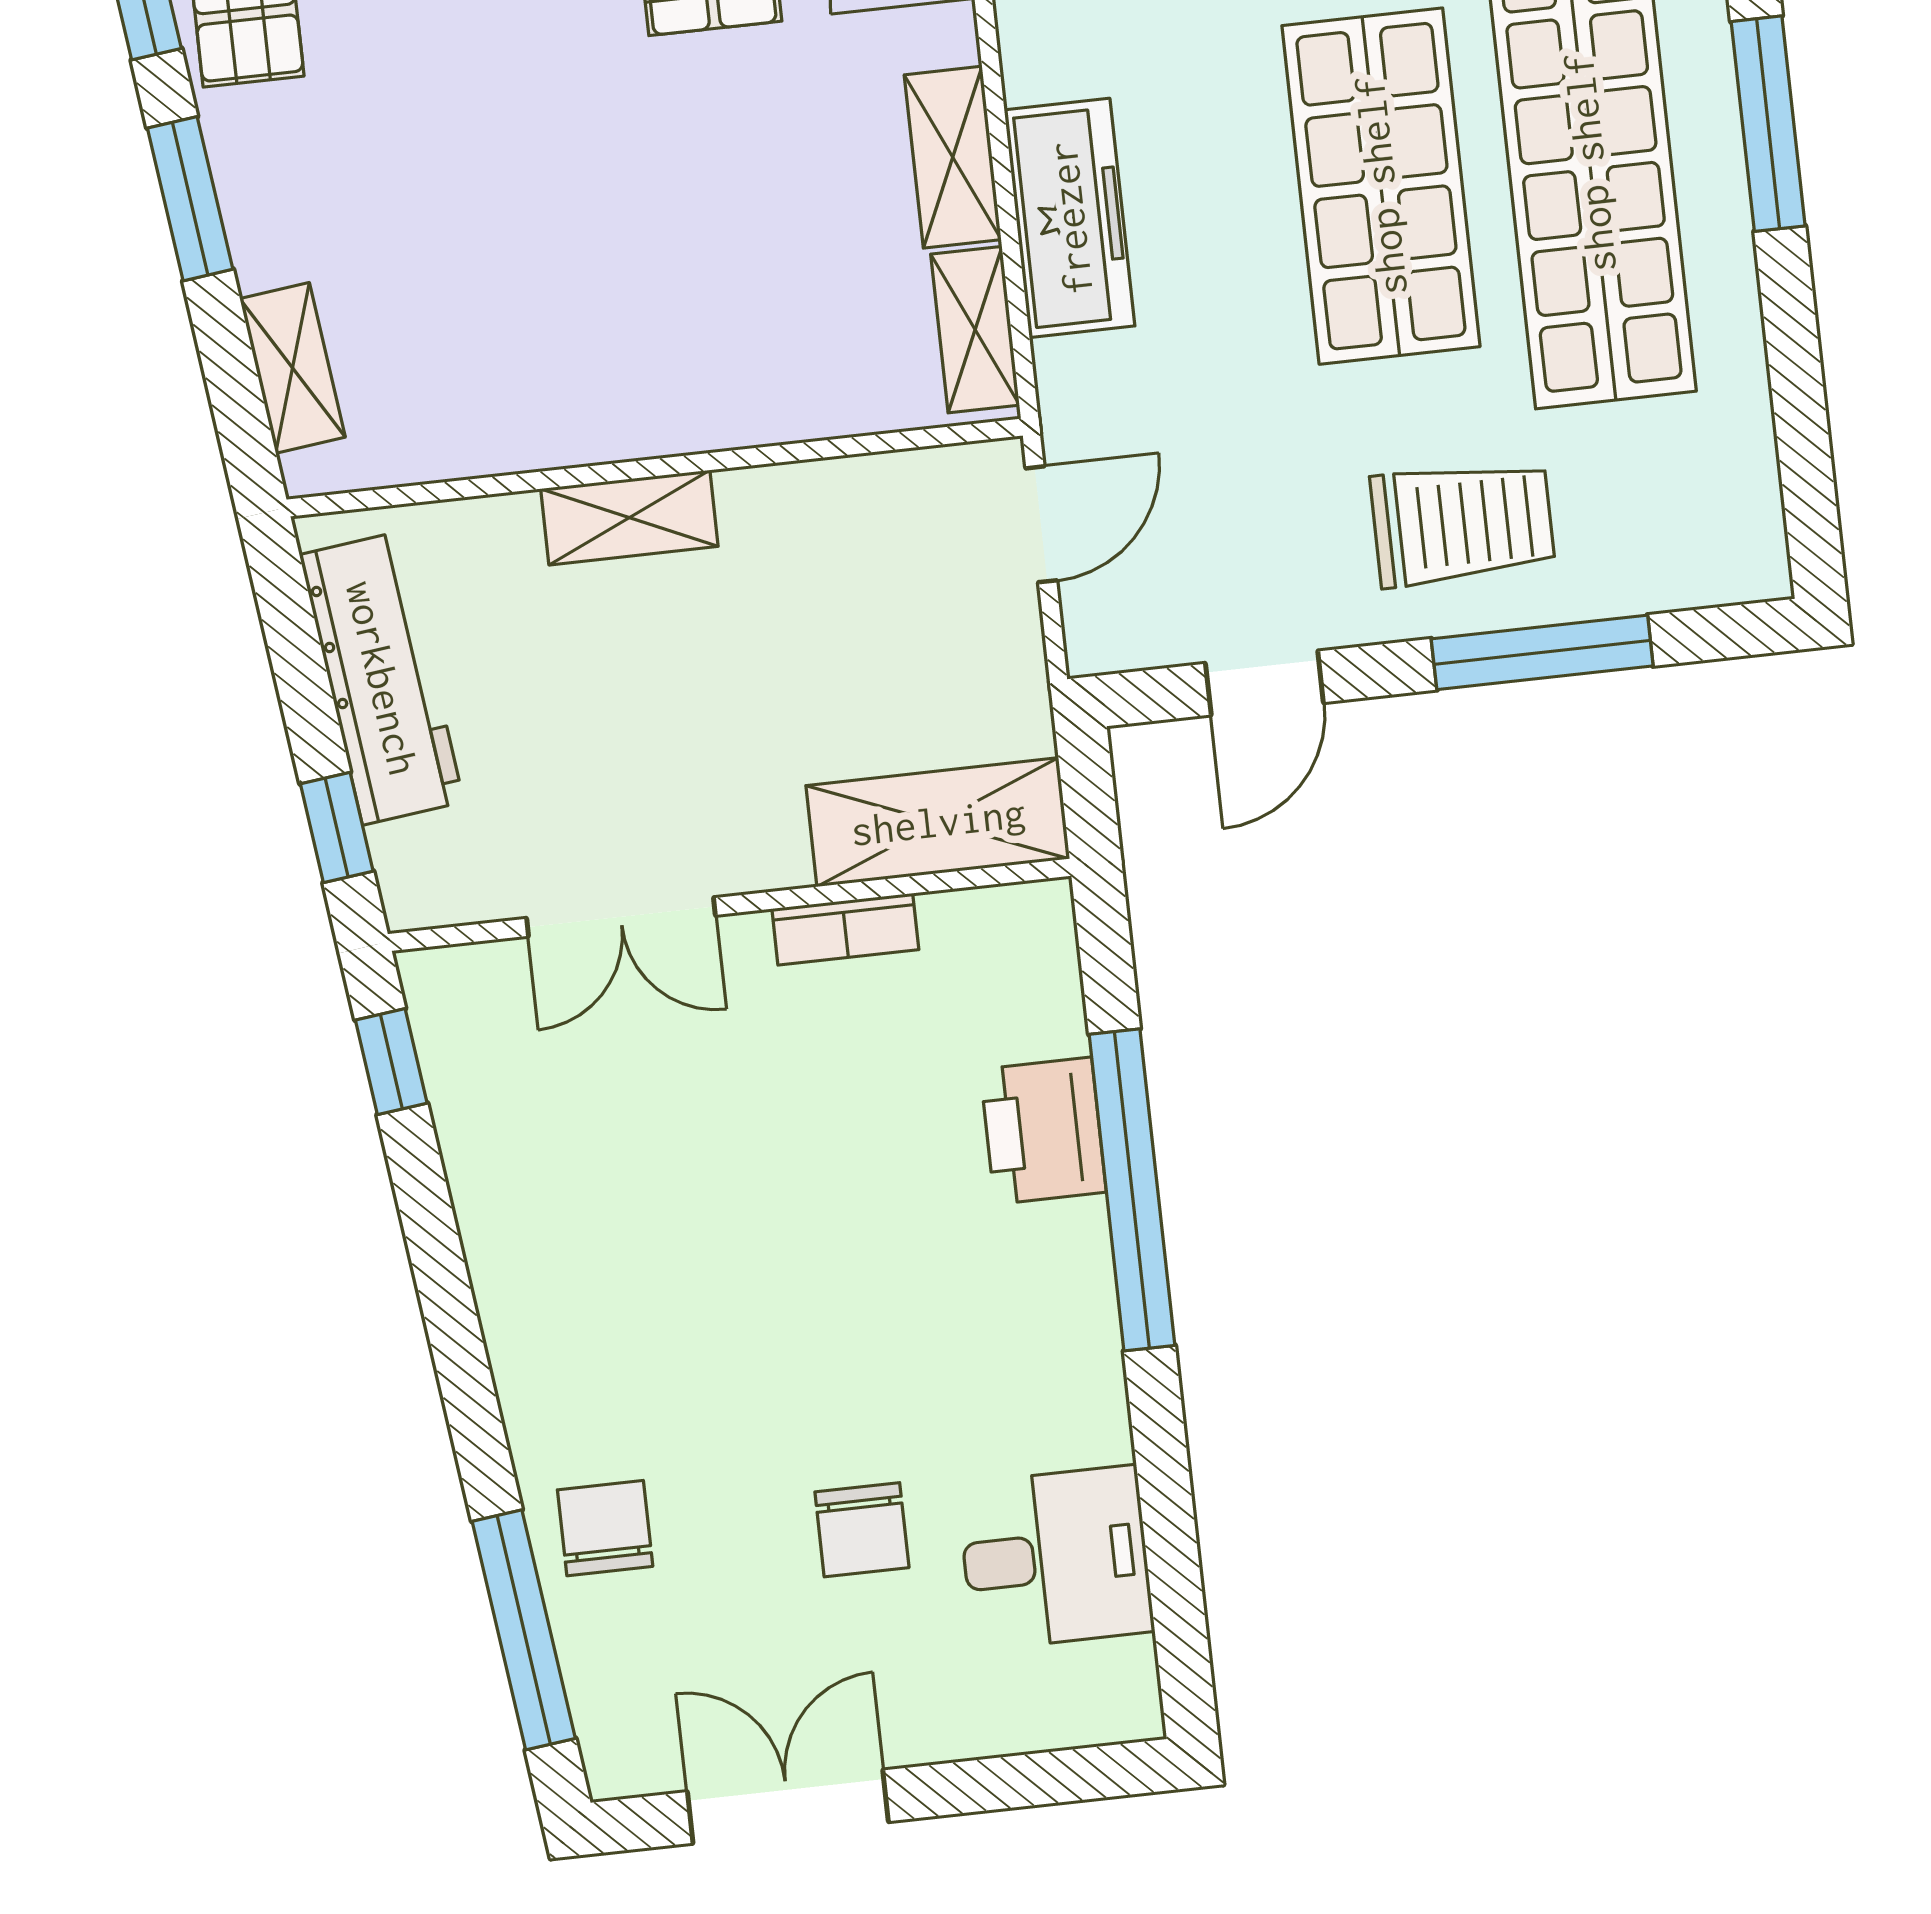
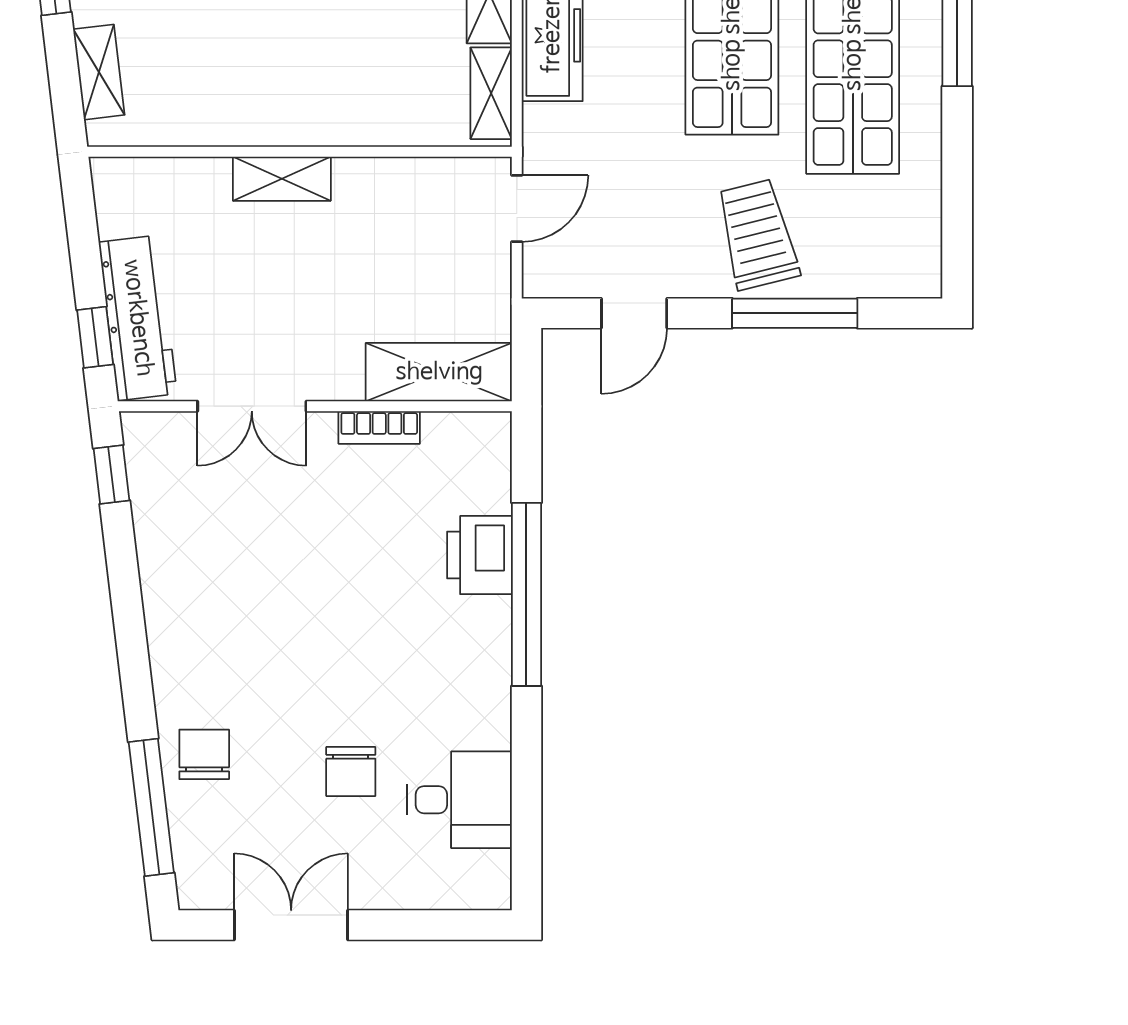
trolley: (1463, 523) -> (757, 235), turned -104
workbench: (382, 678) -> (138, 318), moved

